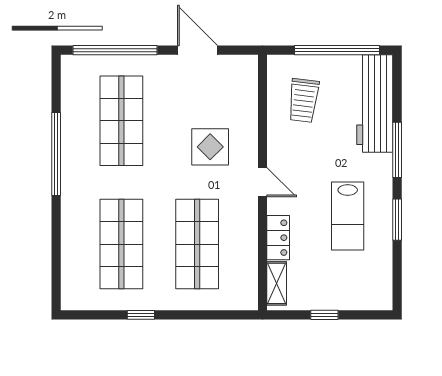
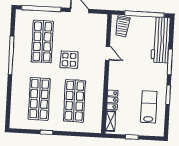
trolley: (304, 100) -> (122, 26), moved
display table: (210, 147) -> (69, 60), moved
door: (263, 182) -> (108, 53), moved
lab bench: (348, 216) -> (149, 107), moved, turned 180

